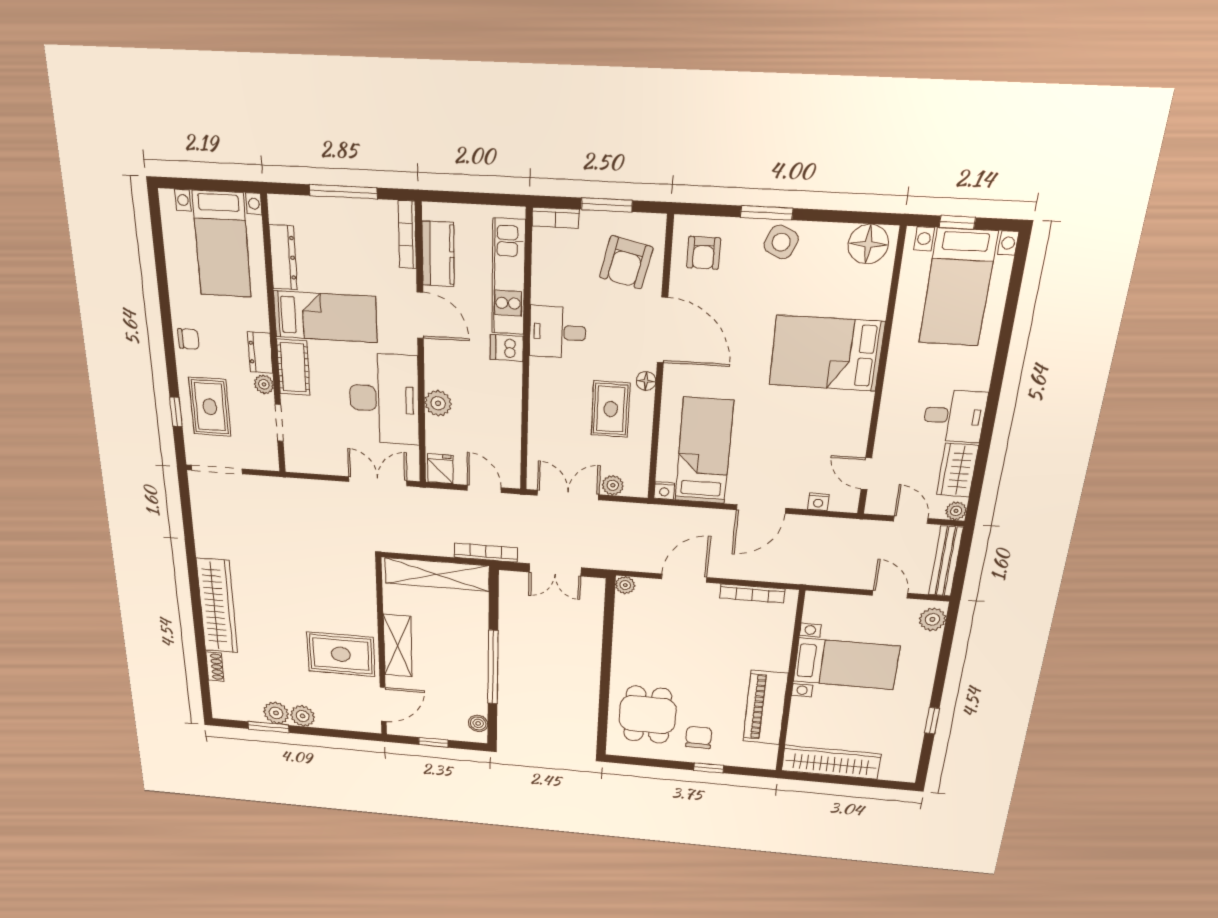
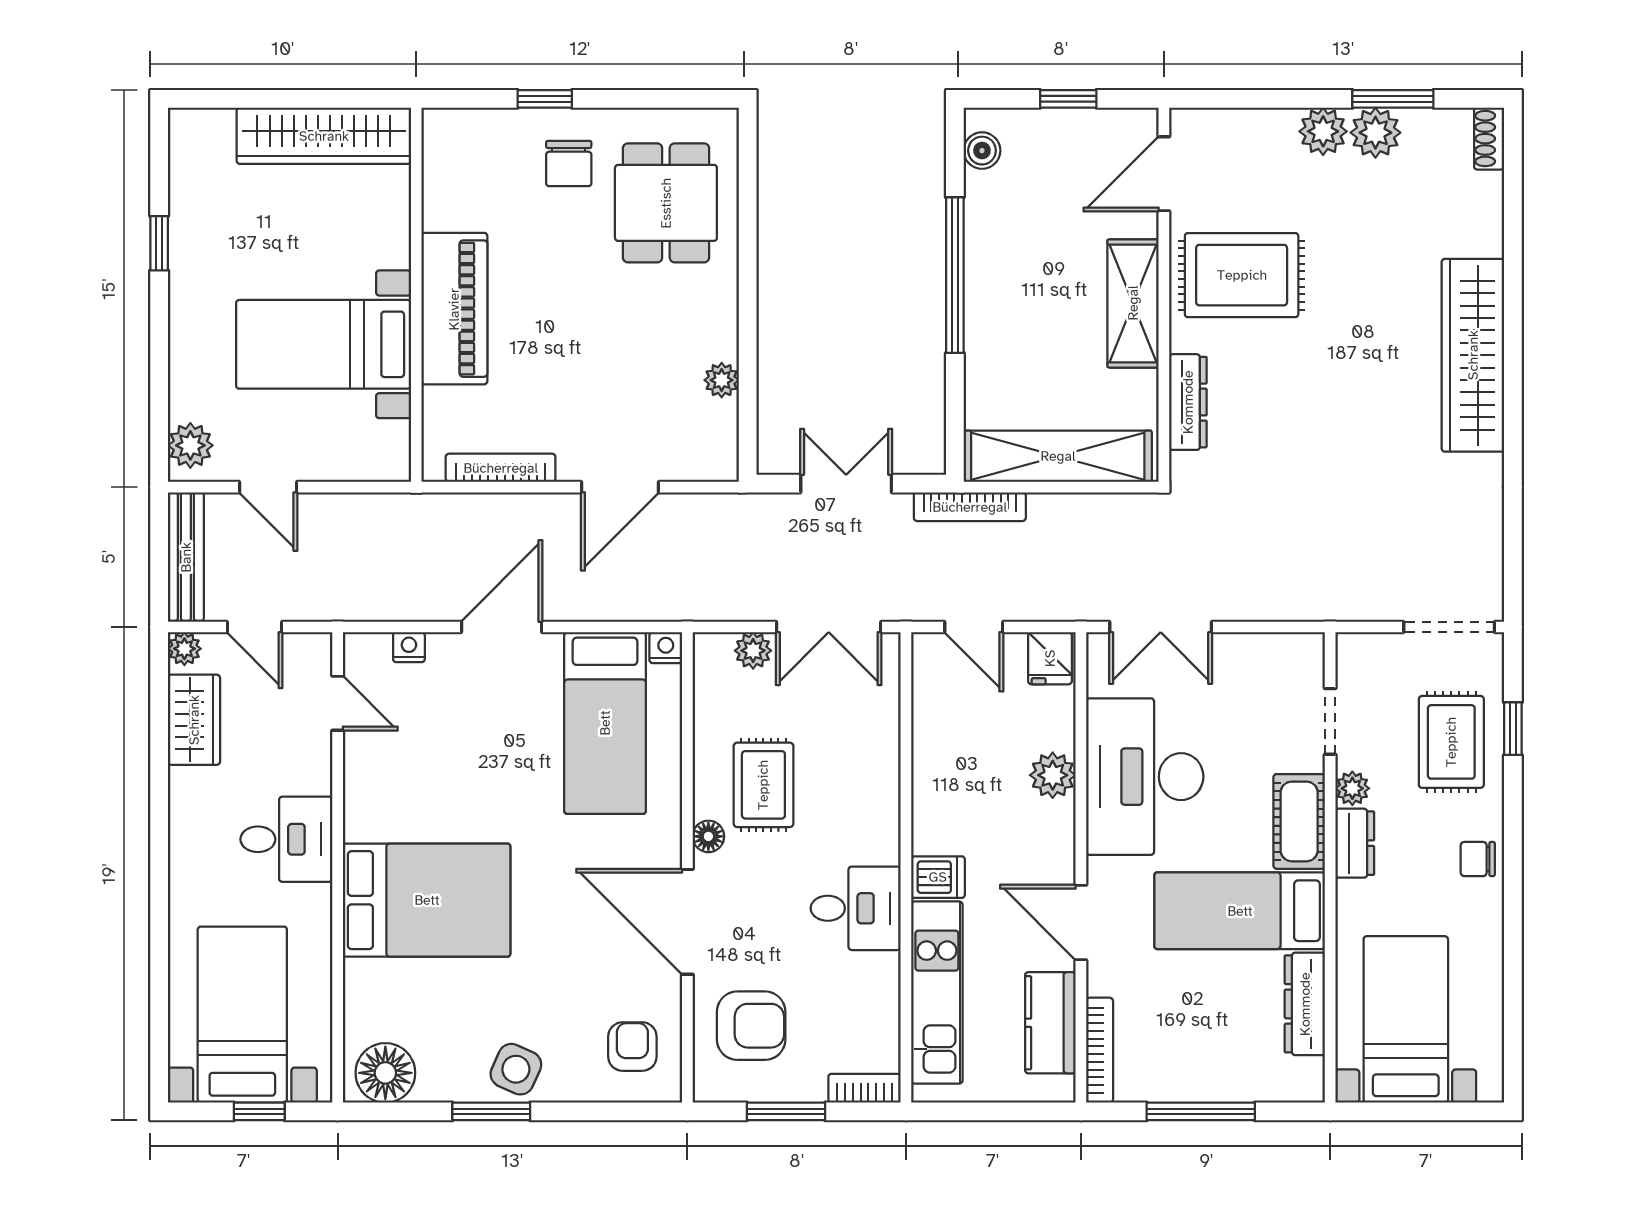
window: (767, 213) -> (491, 1111), moved
armchair: (626, 262) -> (751, 1026), turned 77
desk: (954, 416) -> (286, 839), moved, turned 180
plant: (625, 585) -> (722, 380), moved
dresser: (367, 596) -> (1188, 402), added
shoe rack: (215, 667) -> (1489, 139), moved
piano: (765, 708) -> (454, 309), moved

